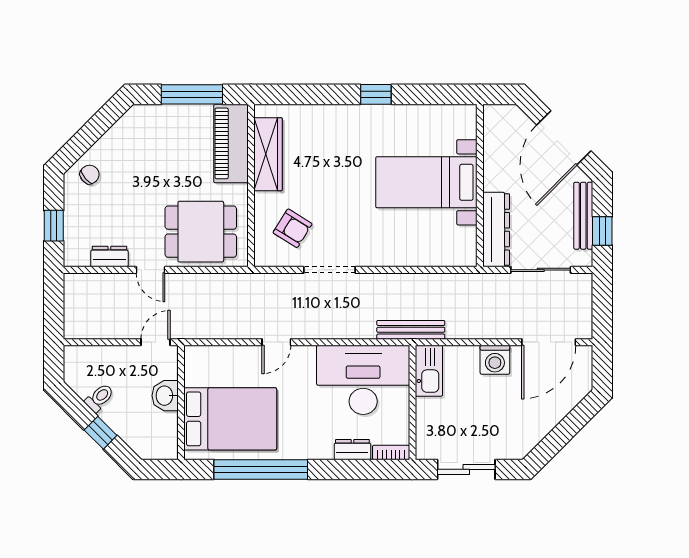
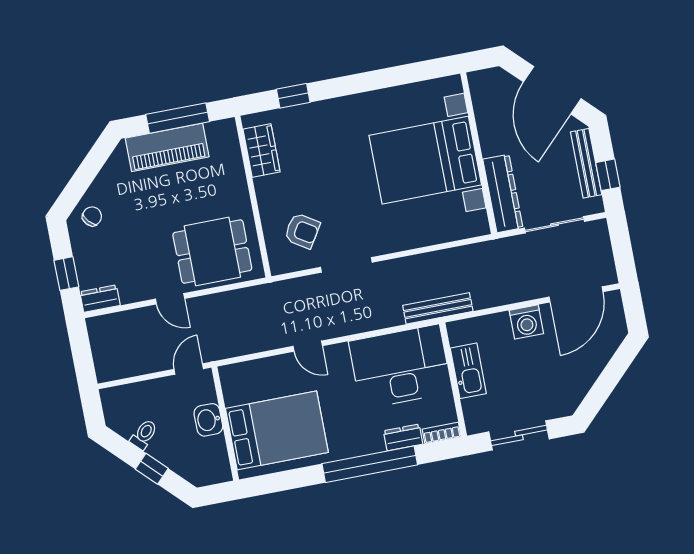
window: (376, 94) -> (293, 96), moved
piano: (231, 143) -> (167, 147), moved, turned -90
wardrobe: (268, 154) -> (262, 150), width x0.67
bed with nightstands: (426, 182) -> (425, 160), width x1.36
dresser: (109, 257) -> (100, 299), moved
door: (276, 342) -> (308, 346), hinge flipped
kitchen sink: (429, 371) -> (468, 371), moved
window: (261, 469) -> (370, 464), moved

